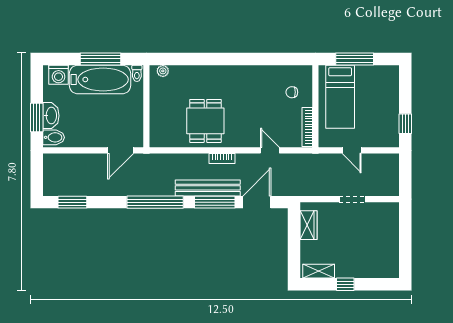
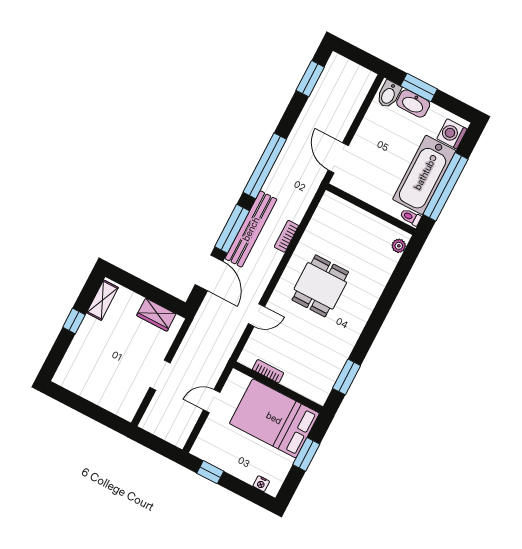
window: (101, 59) -> (446, 187), width x1.46
window: (281, 59) -> (347, 377), added
window: (355, 59) -> (306, 454), width x0.69
nightstand: (394, 81) -> (261, 484), added
chair: (292, 92) -> (306, 370), removed
bed: (340, 97) -> (274, 418), width x1.50
dining table: (205, 121) -> (320, 286), moved, turned 90
bookcase: (307, 127) -> (268, 371), width x0.64
bookcase: (222, 159) -> (286, 236), moved

